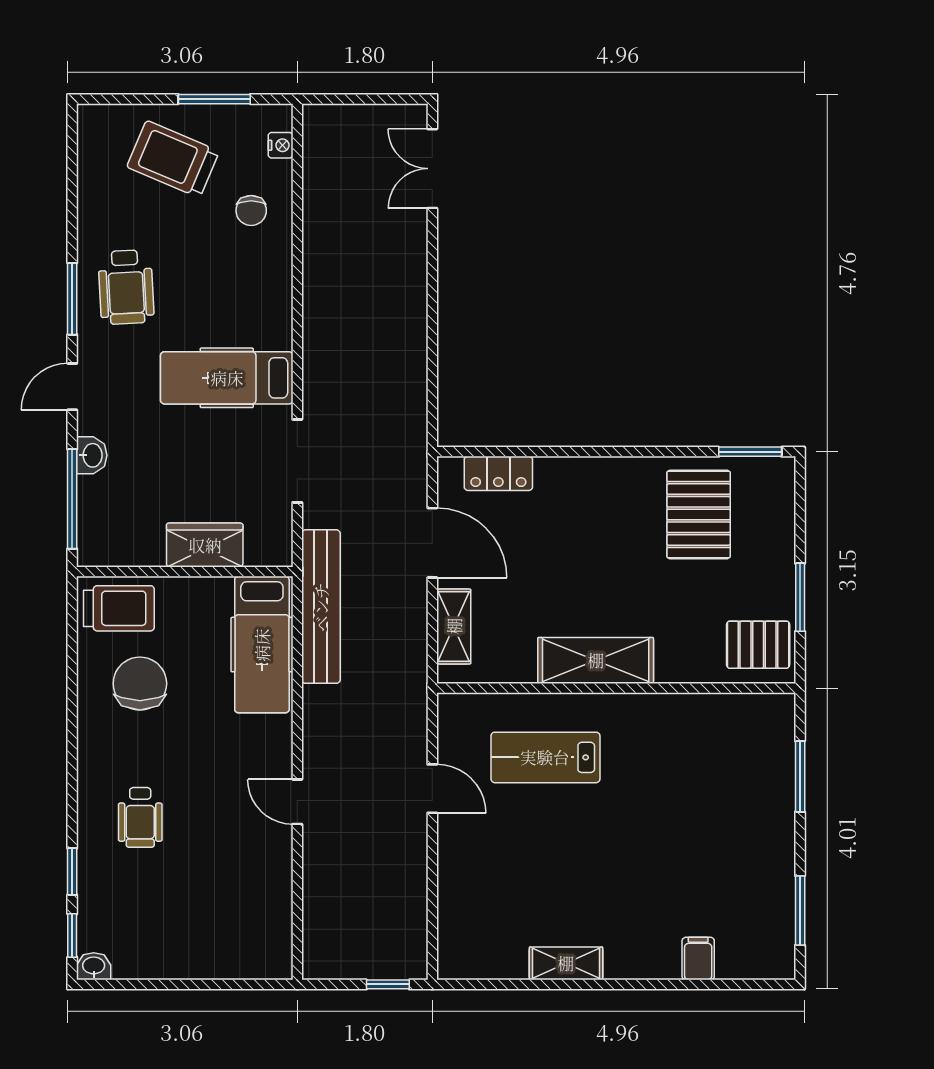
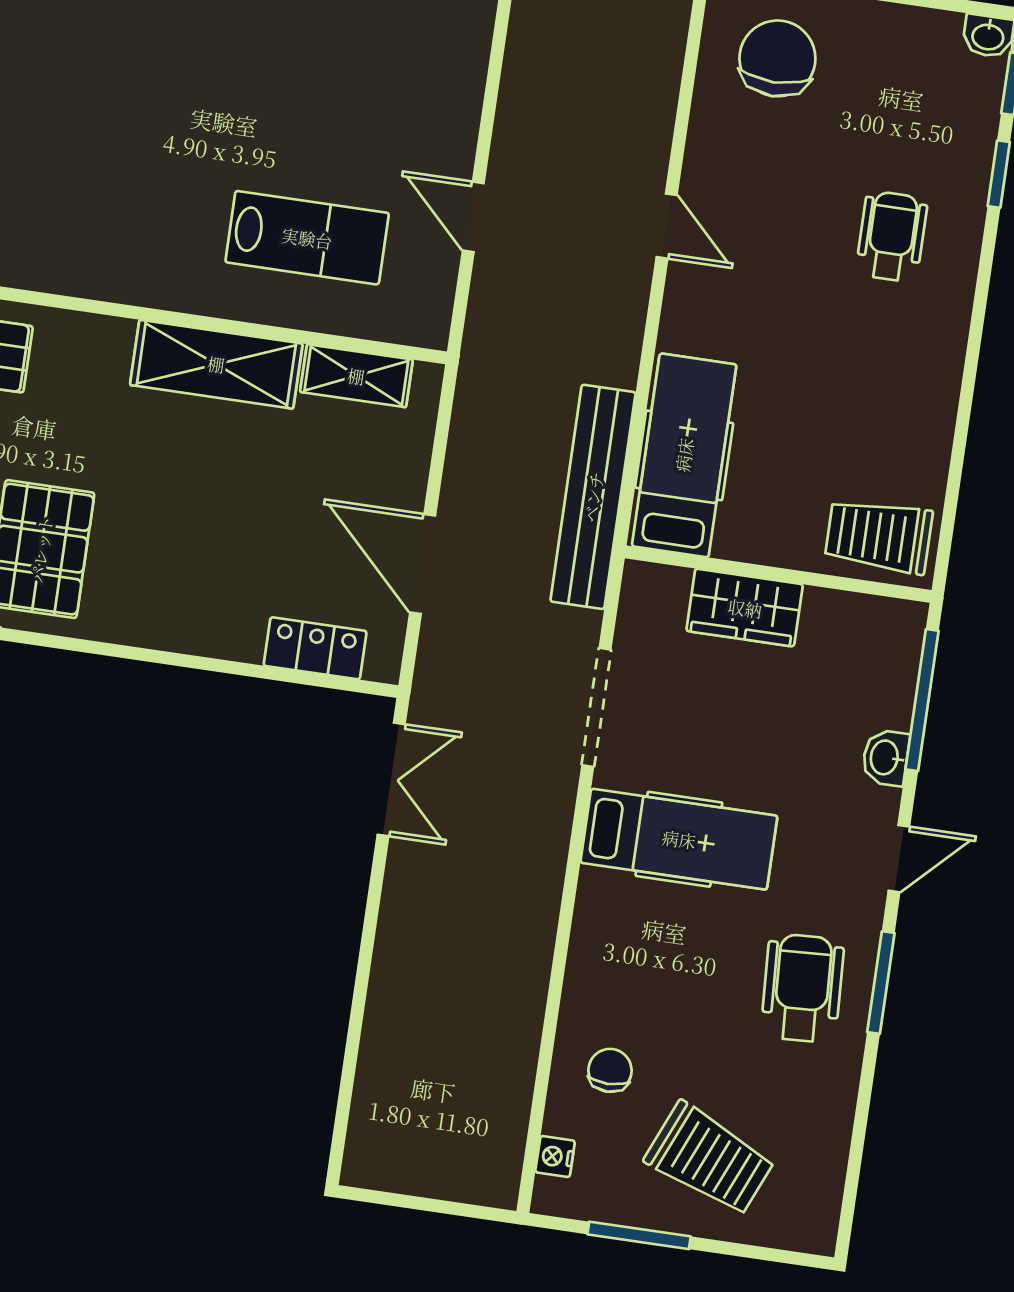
double door: (432, 169) -> (391, 779), moved
shelving: (454, 626) -> (356, 376), moved, turned 90
chair: (140, 684) -> (777, 58), moved, turned 180

